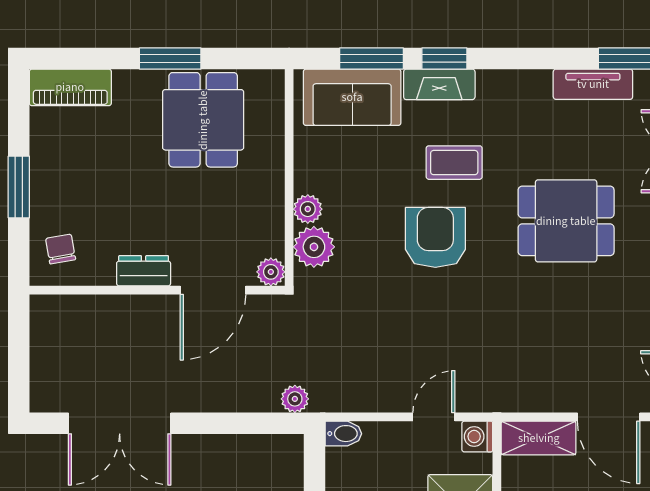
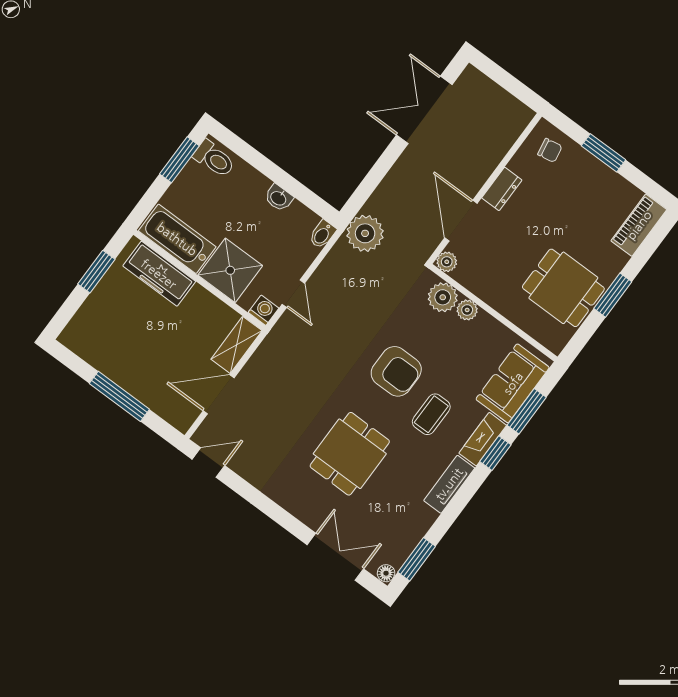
tv unit: (593, 84) -> (449, 484), moved
plant: (295, 399) -> (365, 233), width x1.88, depth x1.88

